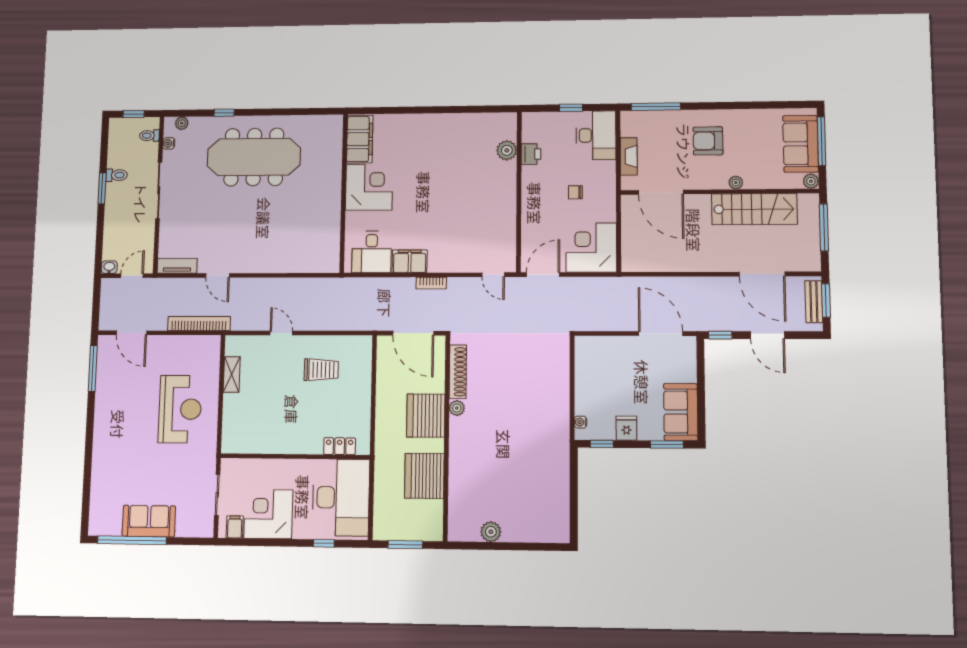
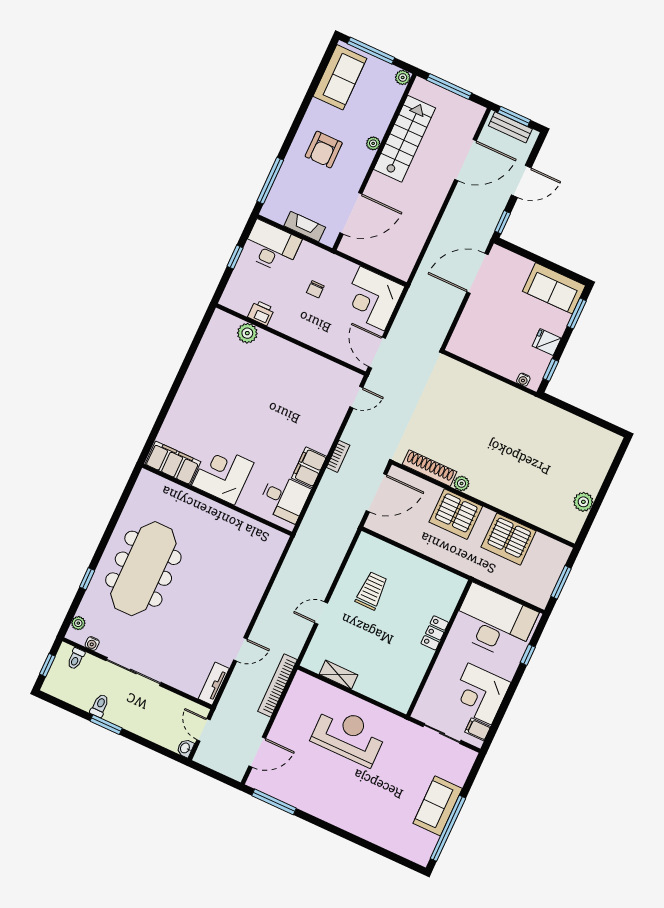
sofa: (801, 144) -> (340, 77), moved, turned -90
locker: (340, 446) -> (435, 633), moved

